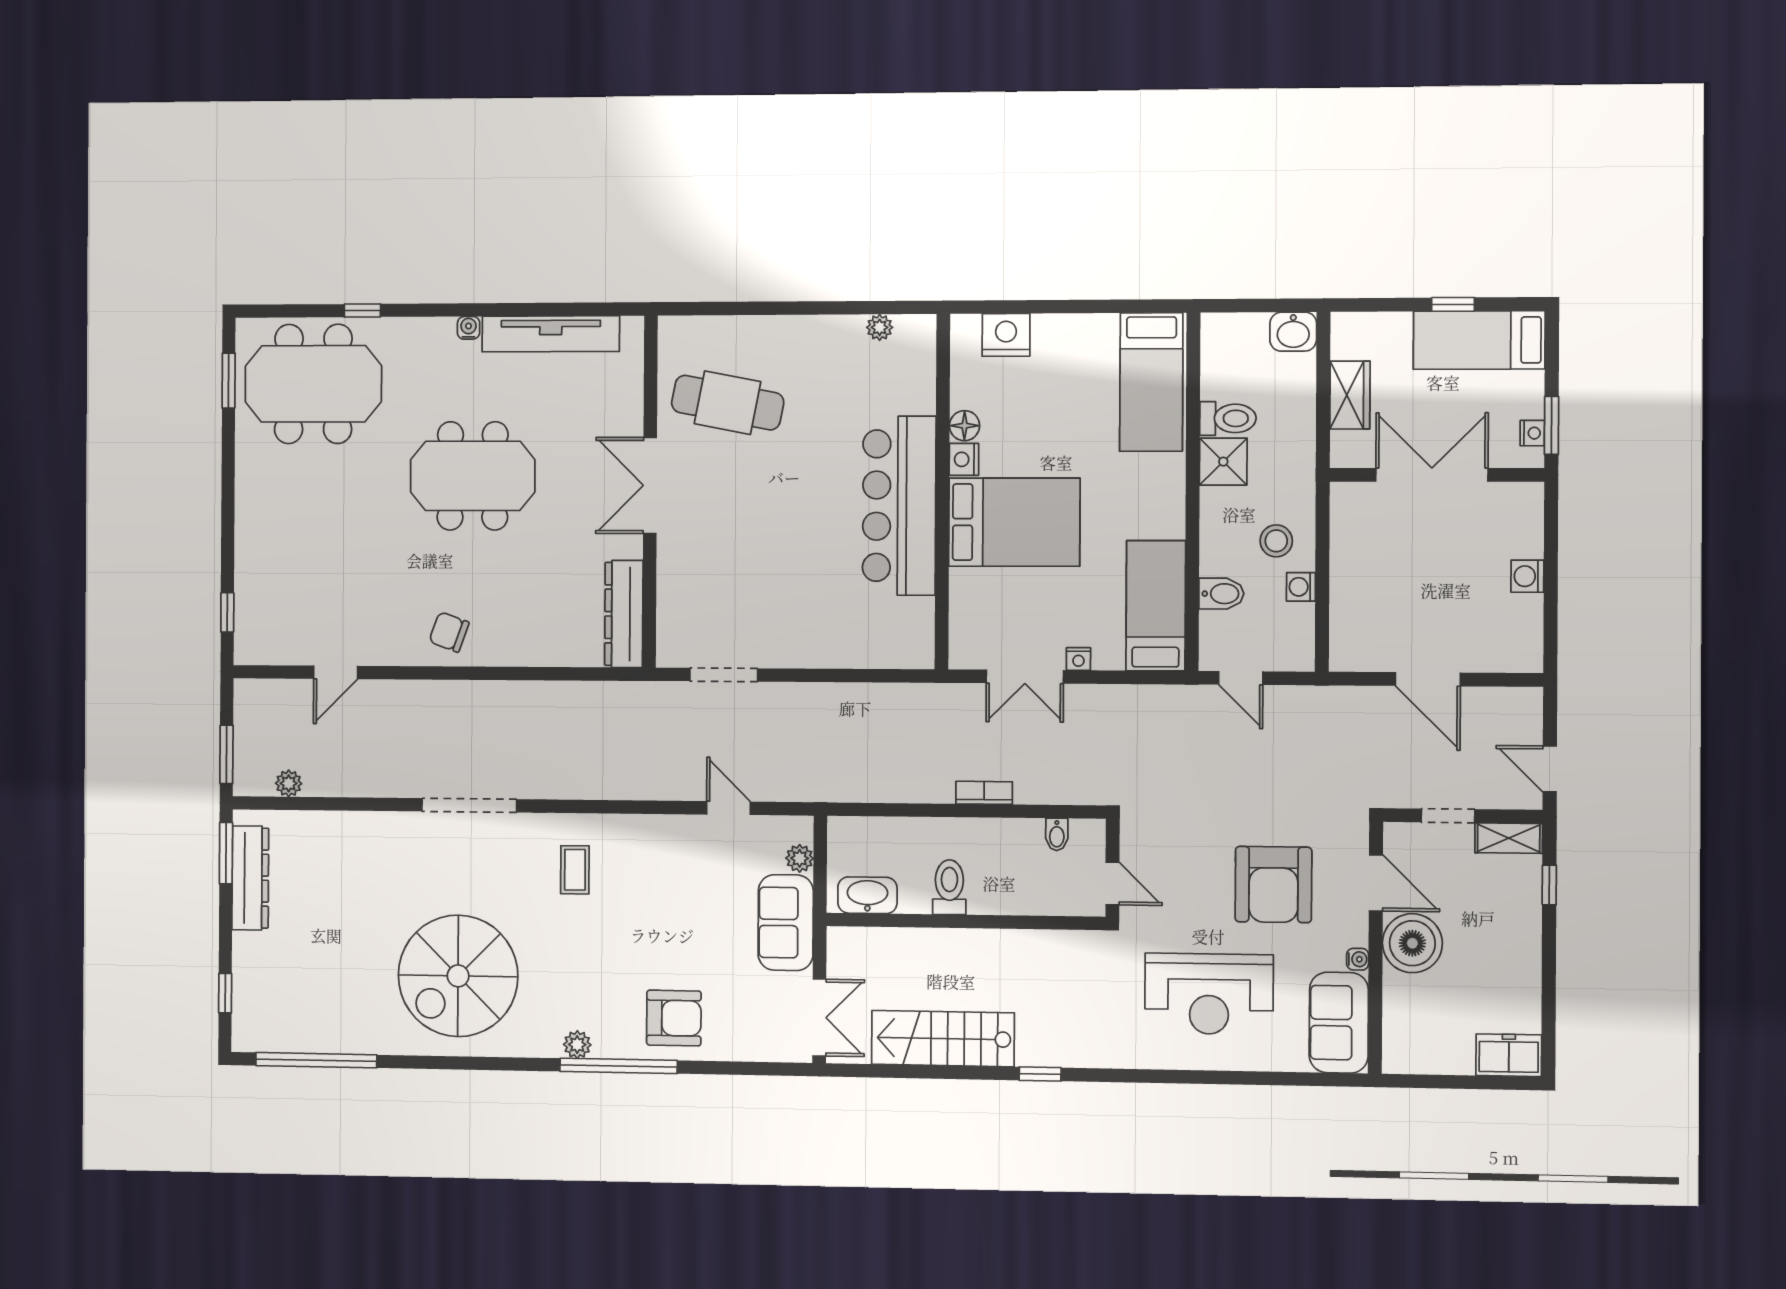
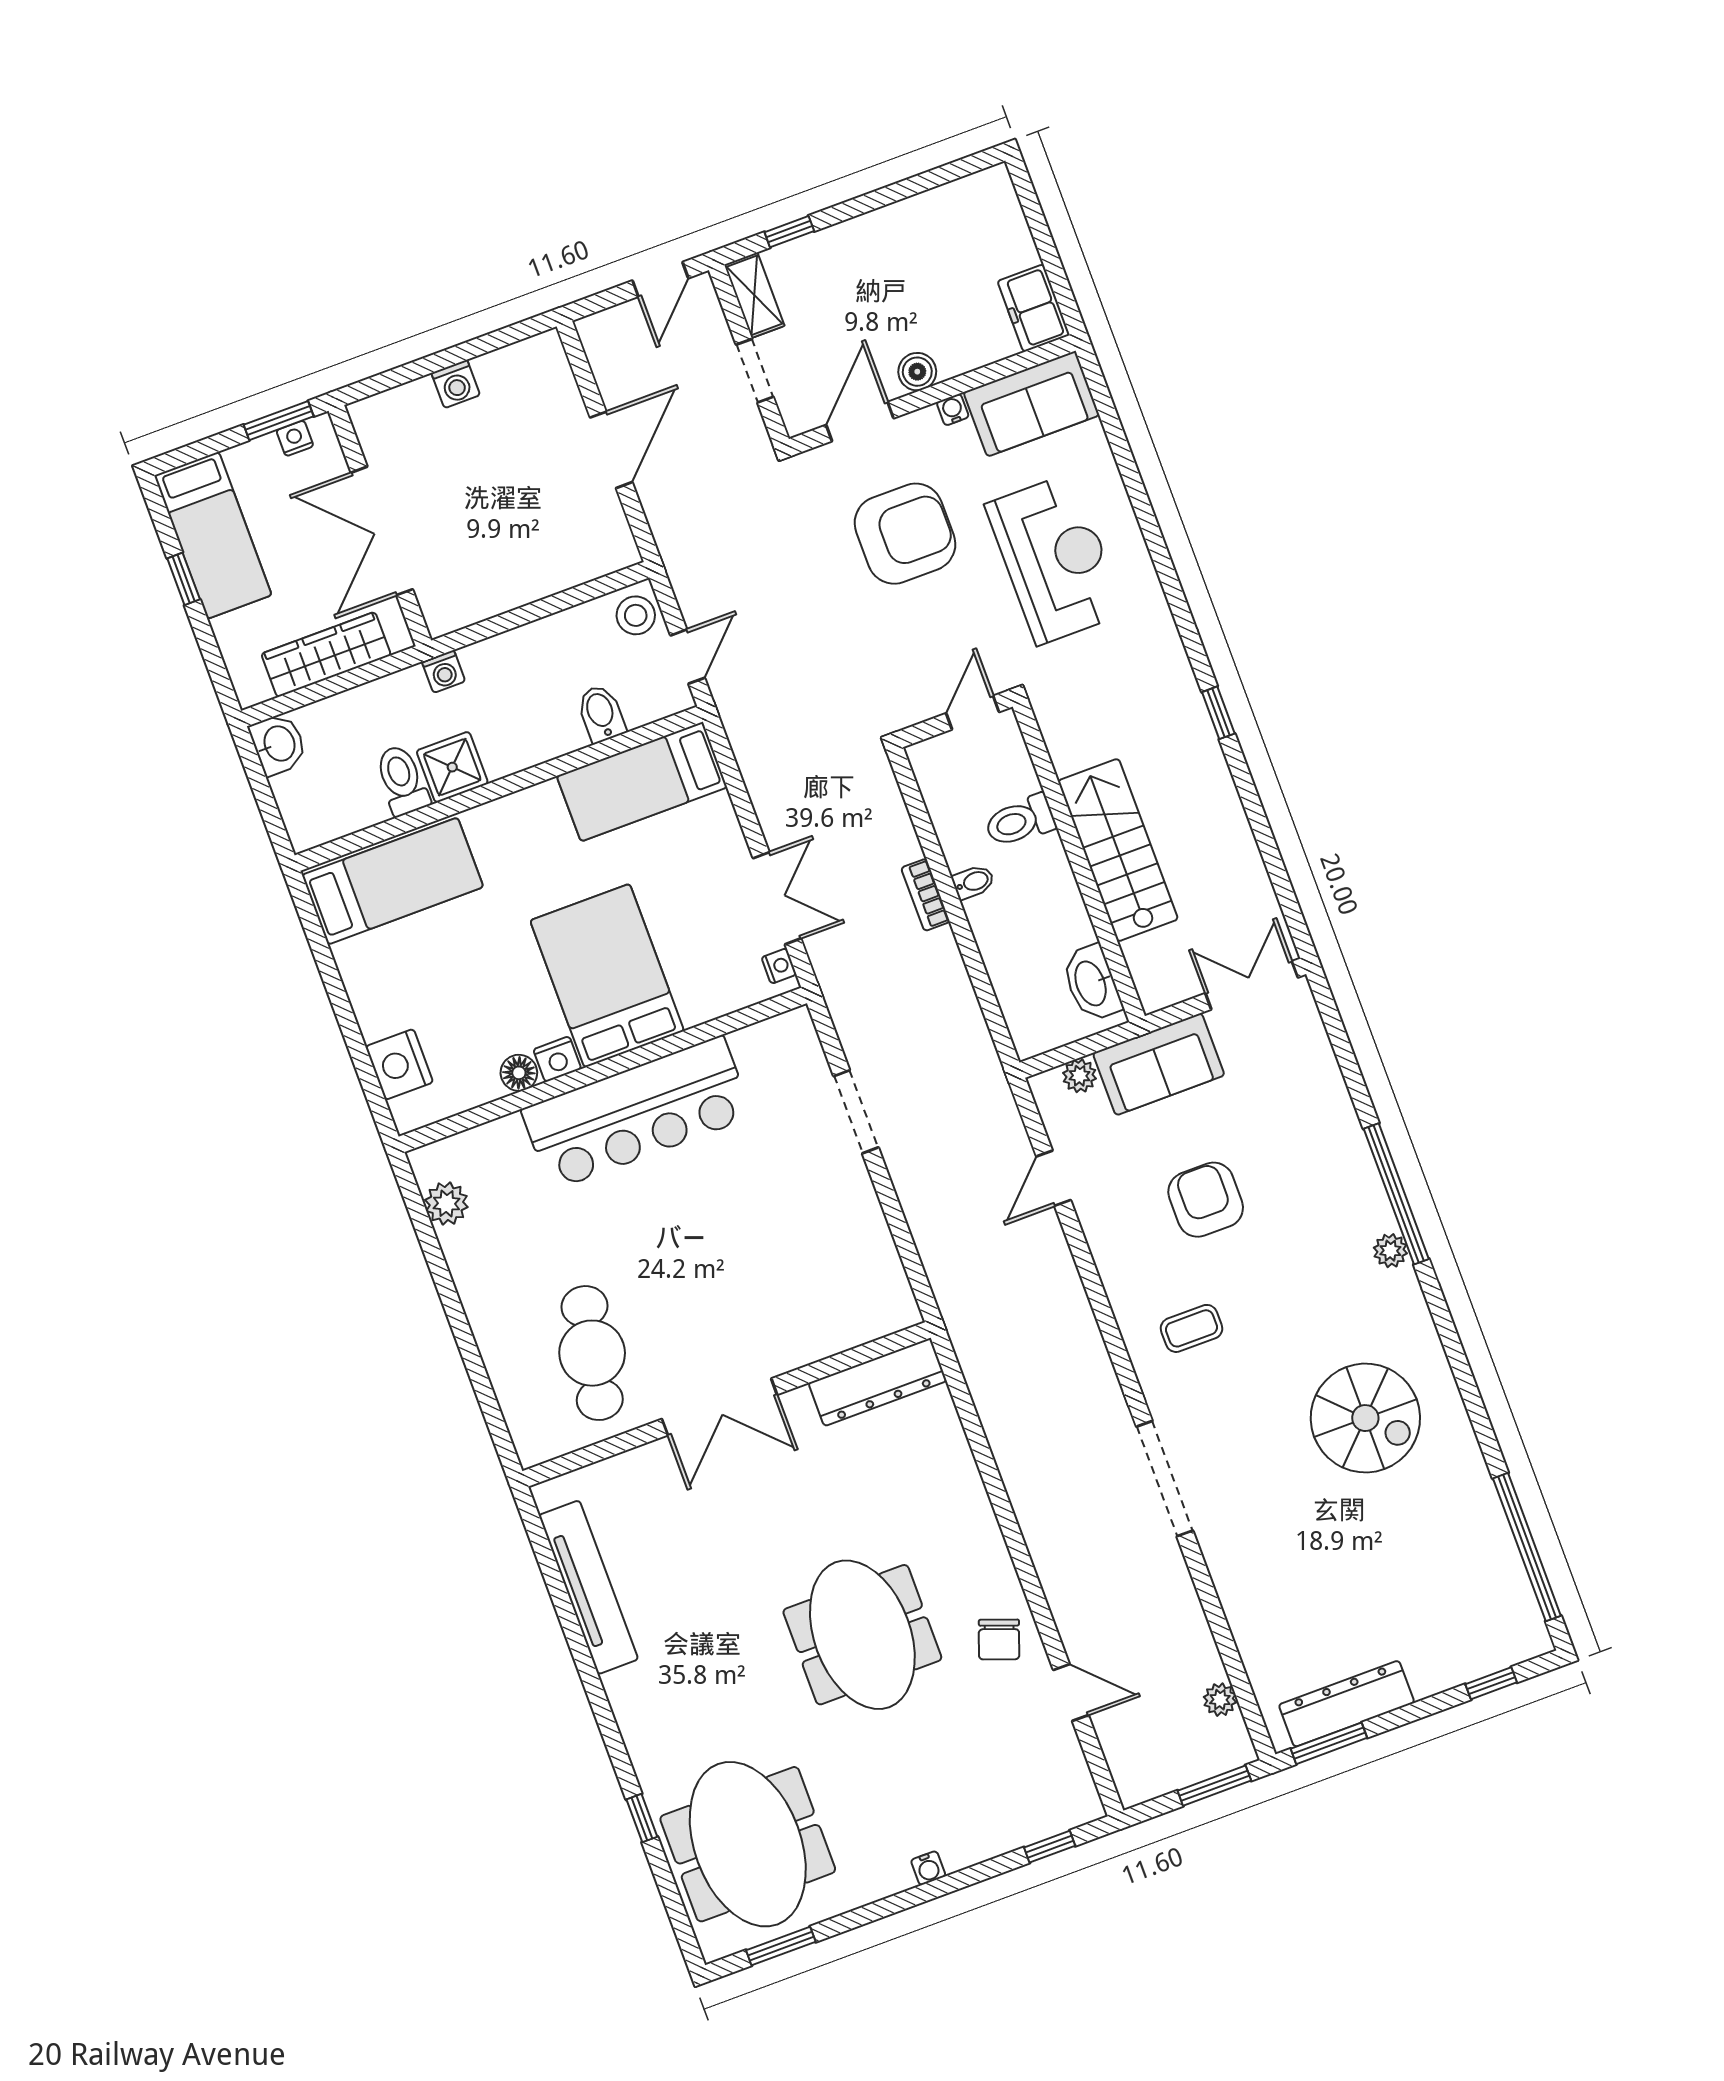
plant: (880, 327) -> (446, 1204), width x1.38, depth x1.38
water cooler: (469, 328) -> (928, 1868), moved, turned -90
wardrobe: (1350, 395) -> (326, 655), width x1.50
meeting table: (473, 476) -> (862, 1635), moved
stool: (1276, 541) -> (636, 615), moved
washing machine: (1301, 587) -> (444, 672), moved
chair: (449, 632) -> (999, 1639), moved
nightstand: (1078, 659) -> (779, 966), moved
doorway: (724, 675) -> (856, 1112), moved
bidet: (1057, 835) -> (973, 882), moved
toilet: (949, 887) -> (1020, 821), moved
boiler: (1412, 943) -> (917, 372), width x0.54, depth x0.54
spiral stairs: (458, 976) -> (1365, 1418), width x0.73, depth x0.73
armchair: (674, 1018) -> (1206, 1200), moved
stairs: (943, 1039) -> (1118, 850), moved, turned 180
freezer: (1509, 1055) -> (1034, 308), moved

